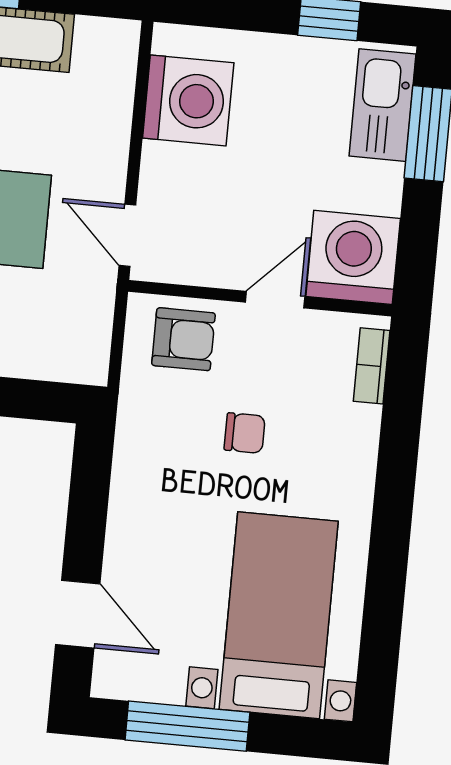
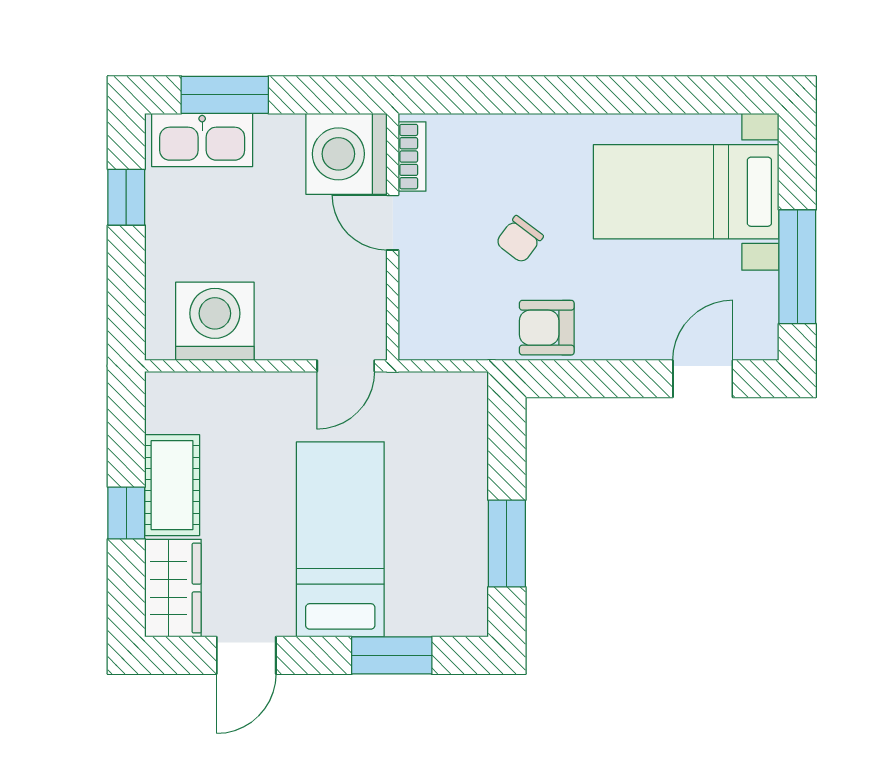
armchair: (183, 339) -> (547, 328), moved, turned -90
bookcase: (372, 366) -> (412, 157), moved, turned -90
chair: (245, 433) -> (519, 239), turned -143

